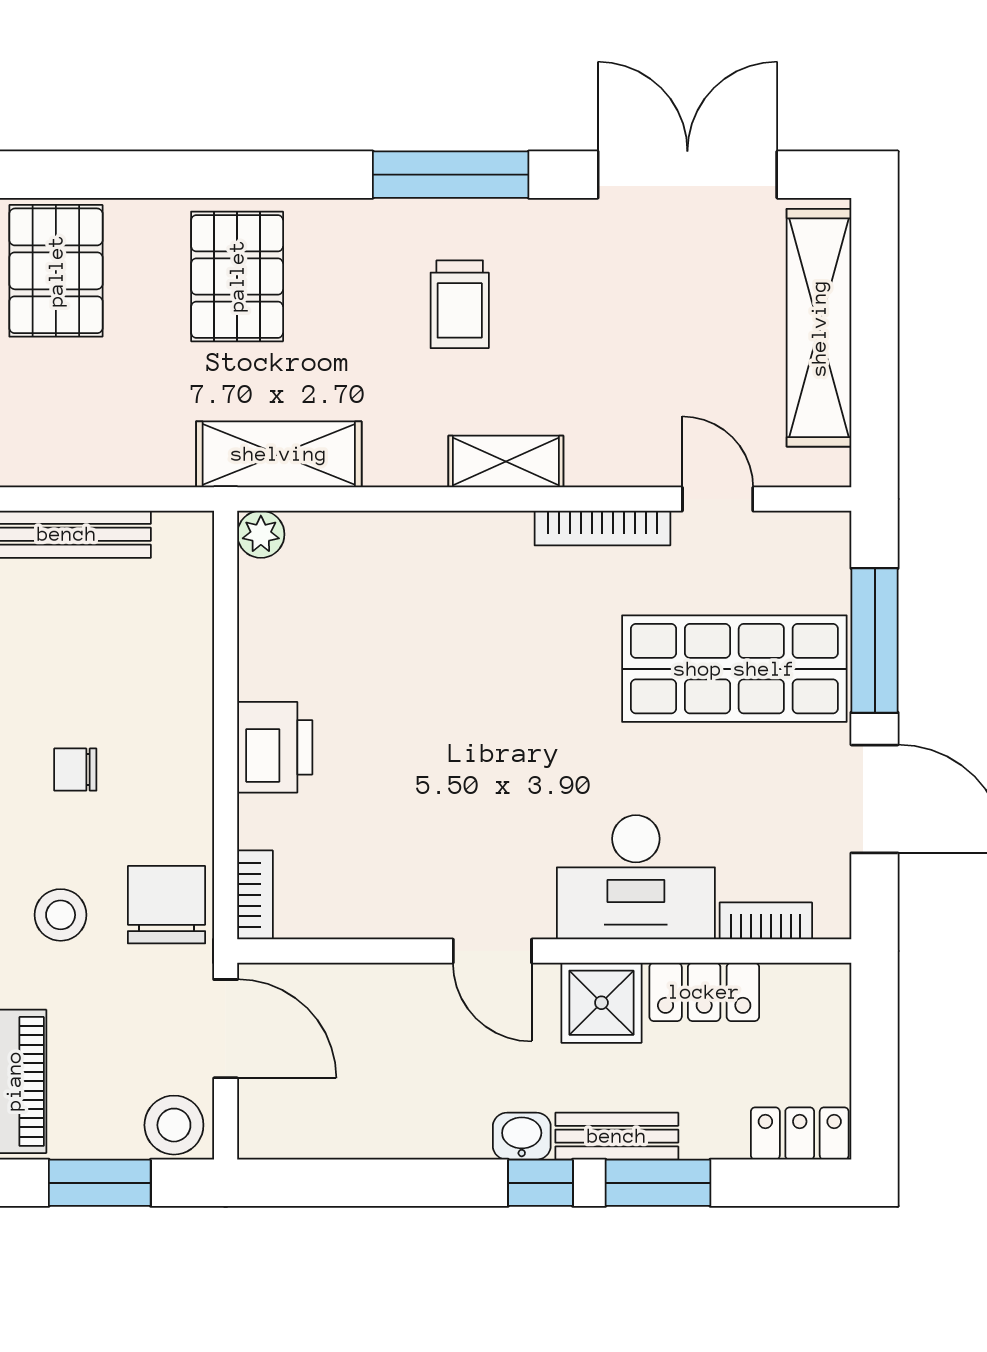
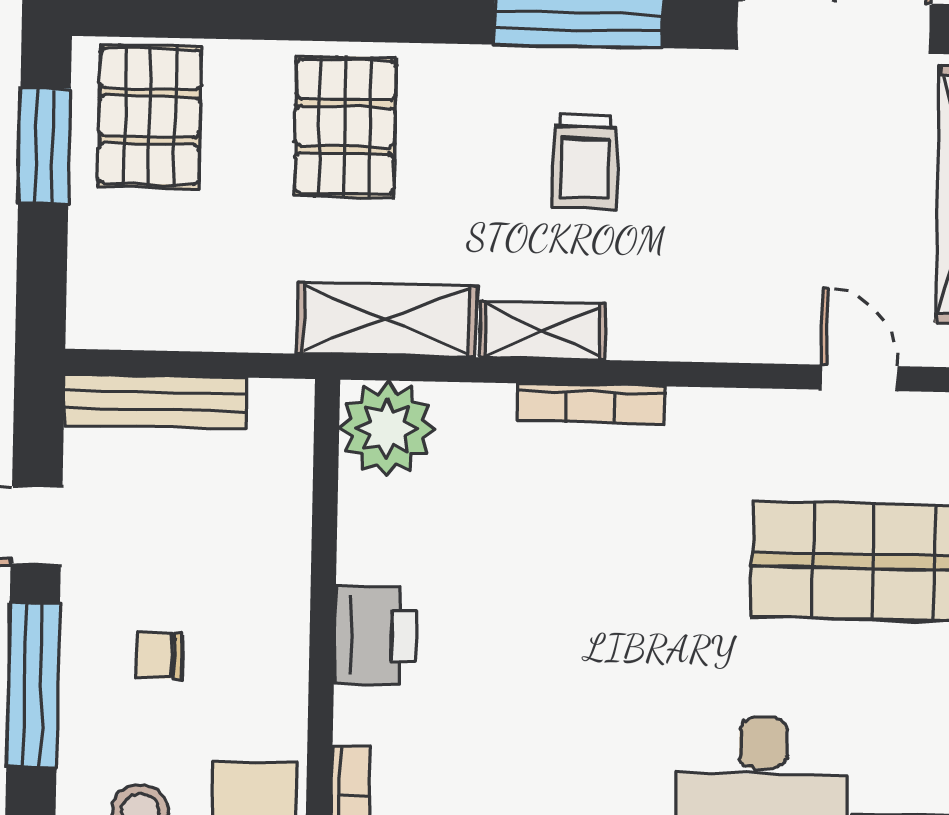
shelving: (506, 462) -> (543, 331), moved
bookcase: (602, 528) -> (591, 404), moved
plant: (261, 534) -> (387, 428), width x1.87, depth x1.87

